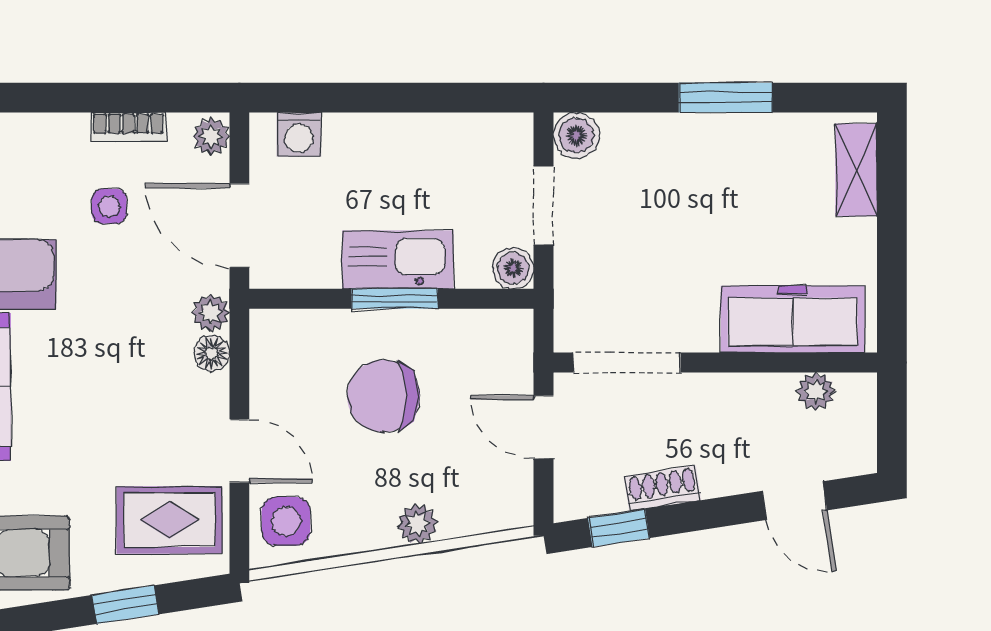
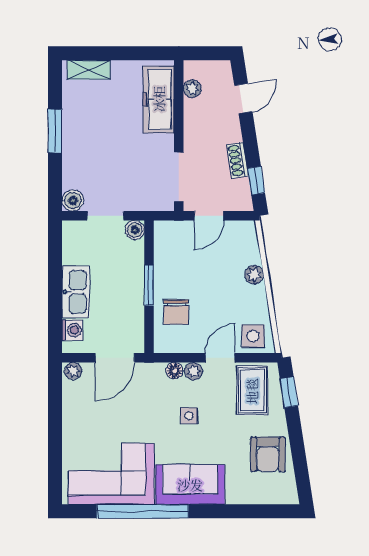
bookcase: (128, 127) -> (69, 410), removed
side table: (109, 206) -> (189, 416), moved
kitchen sink: (398, 260) -> (76, 292), moved, turned 180
plant: (211, 313) -> (193, 371), moved
chair: (383, 396) -> (176, 312), moved, width x0.73, depth x0.73
window: (126, 605) -> (289, 392), moved

